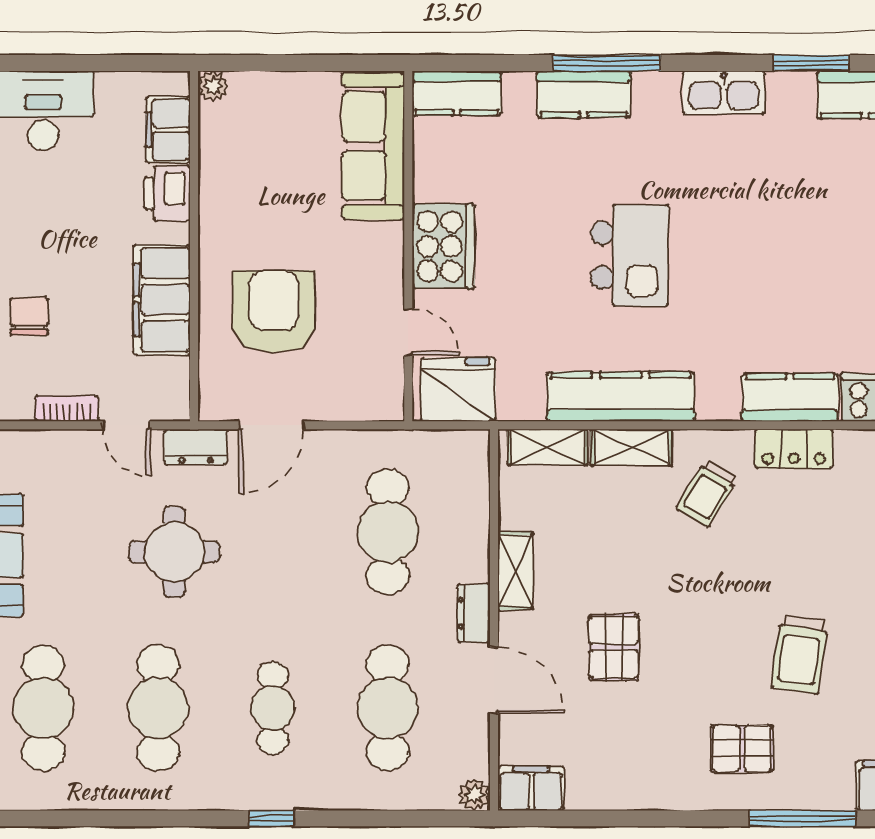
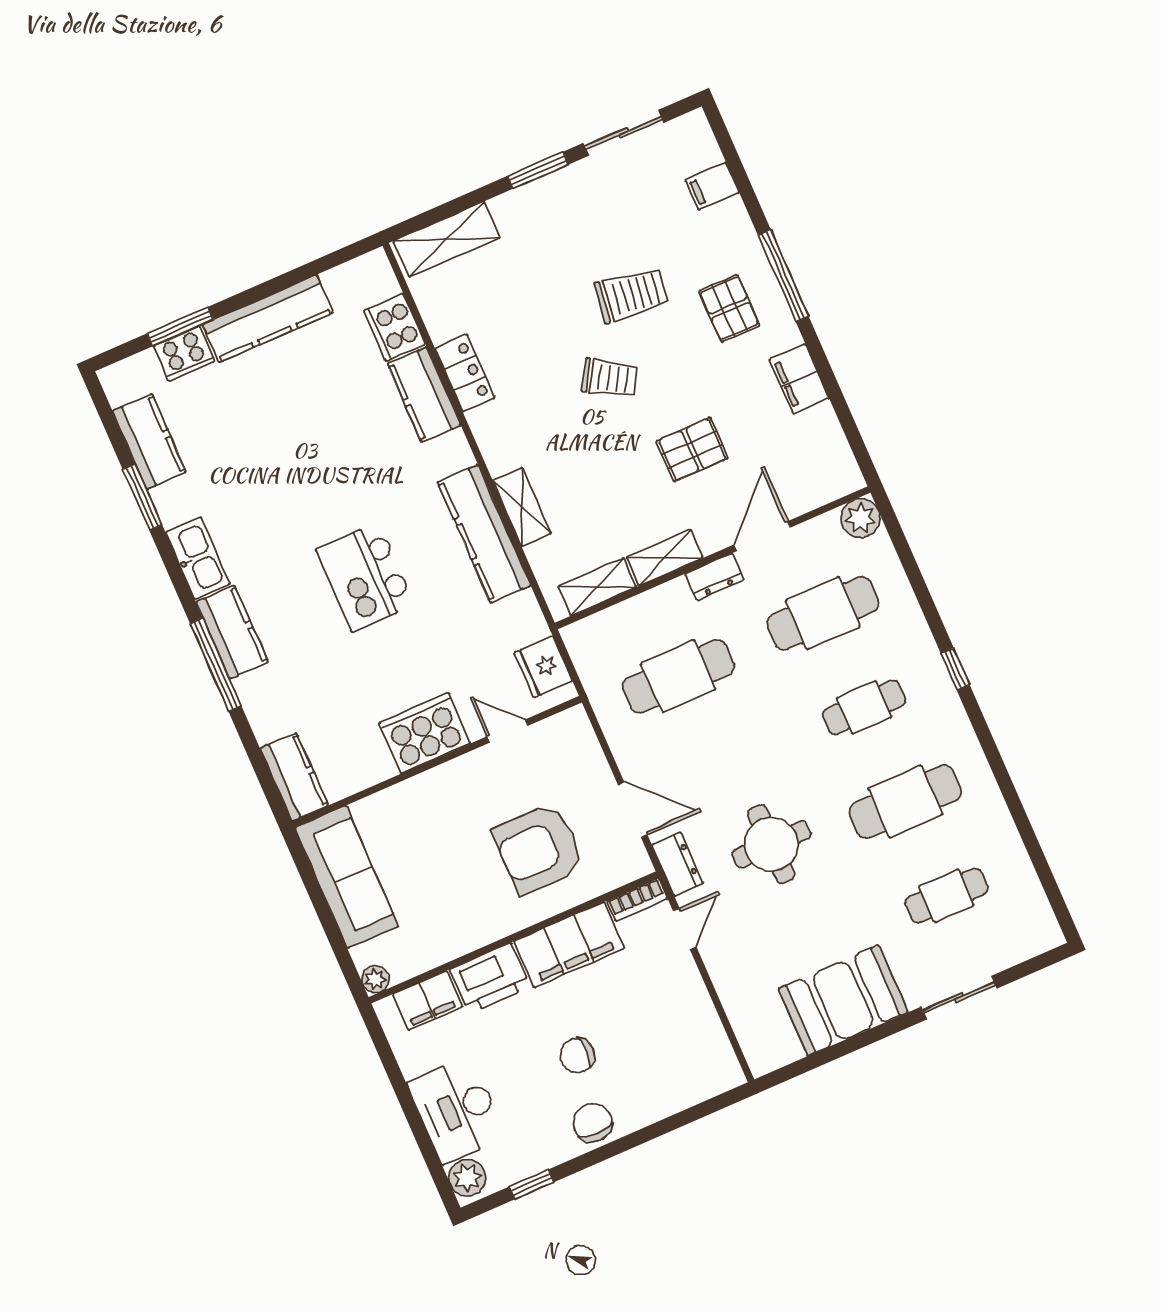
kitchen counter: (584, 94) -> (232, 632), moved
sofa: (373, 146) -> (347, 877), moved, turned -90
printer: (167, 193) -> (490, 978), width x1.37, depth x1.19
kitchen island: (630, 255) -> (365, 577), turned -90
chair: (29, 316) -> (577, 1055), moved
door: (408, 332) -> (507, 731), hinge flipped
fridge: (458, 389) -> (543, 667), width x0.73, depth x0.75
bookcase: (67, 409) -> (637, 900), moved, turned -90
shelving: (548, 447) -> (597, 587), moved, turned 90
trolley: (707, 493) -> (610, 378), moved
cafe table: (43, 708) -> (946, 896), width x0.73, depth x0.74
filing cabinet: (531, 789) -> (799, 379), moved
plant: (474, 795) -> (860, 518), width x1.38, depth x1.38
window: (802, 818) -> (783, 276), moved

